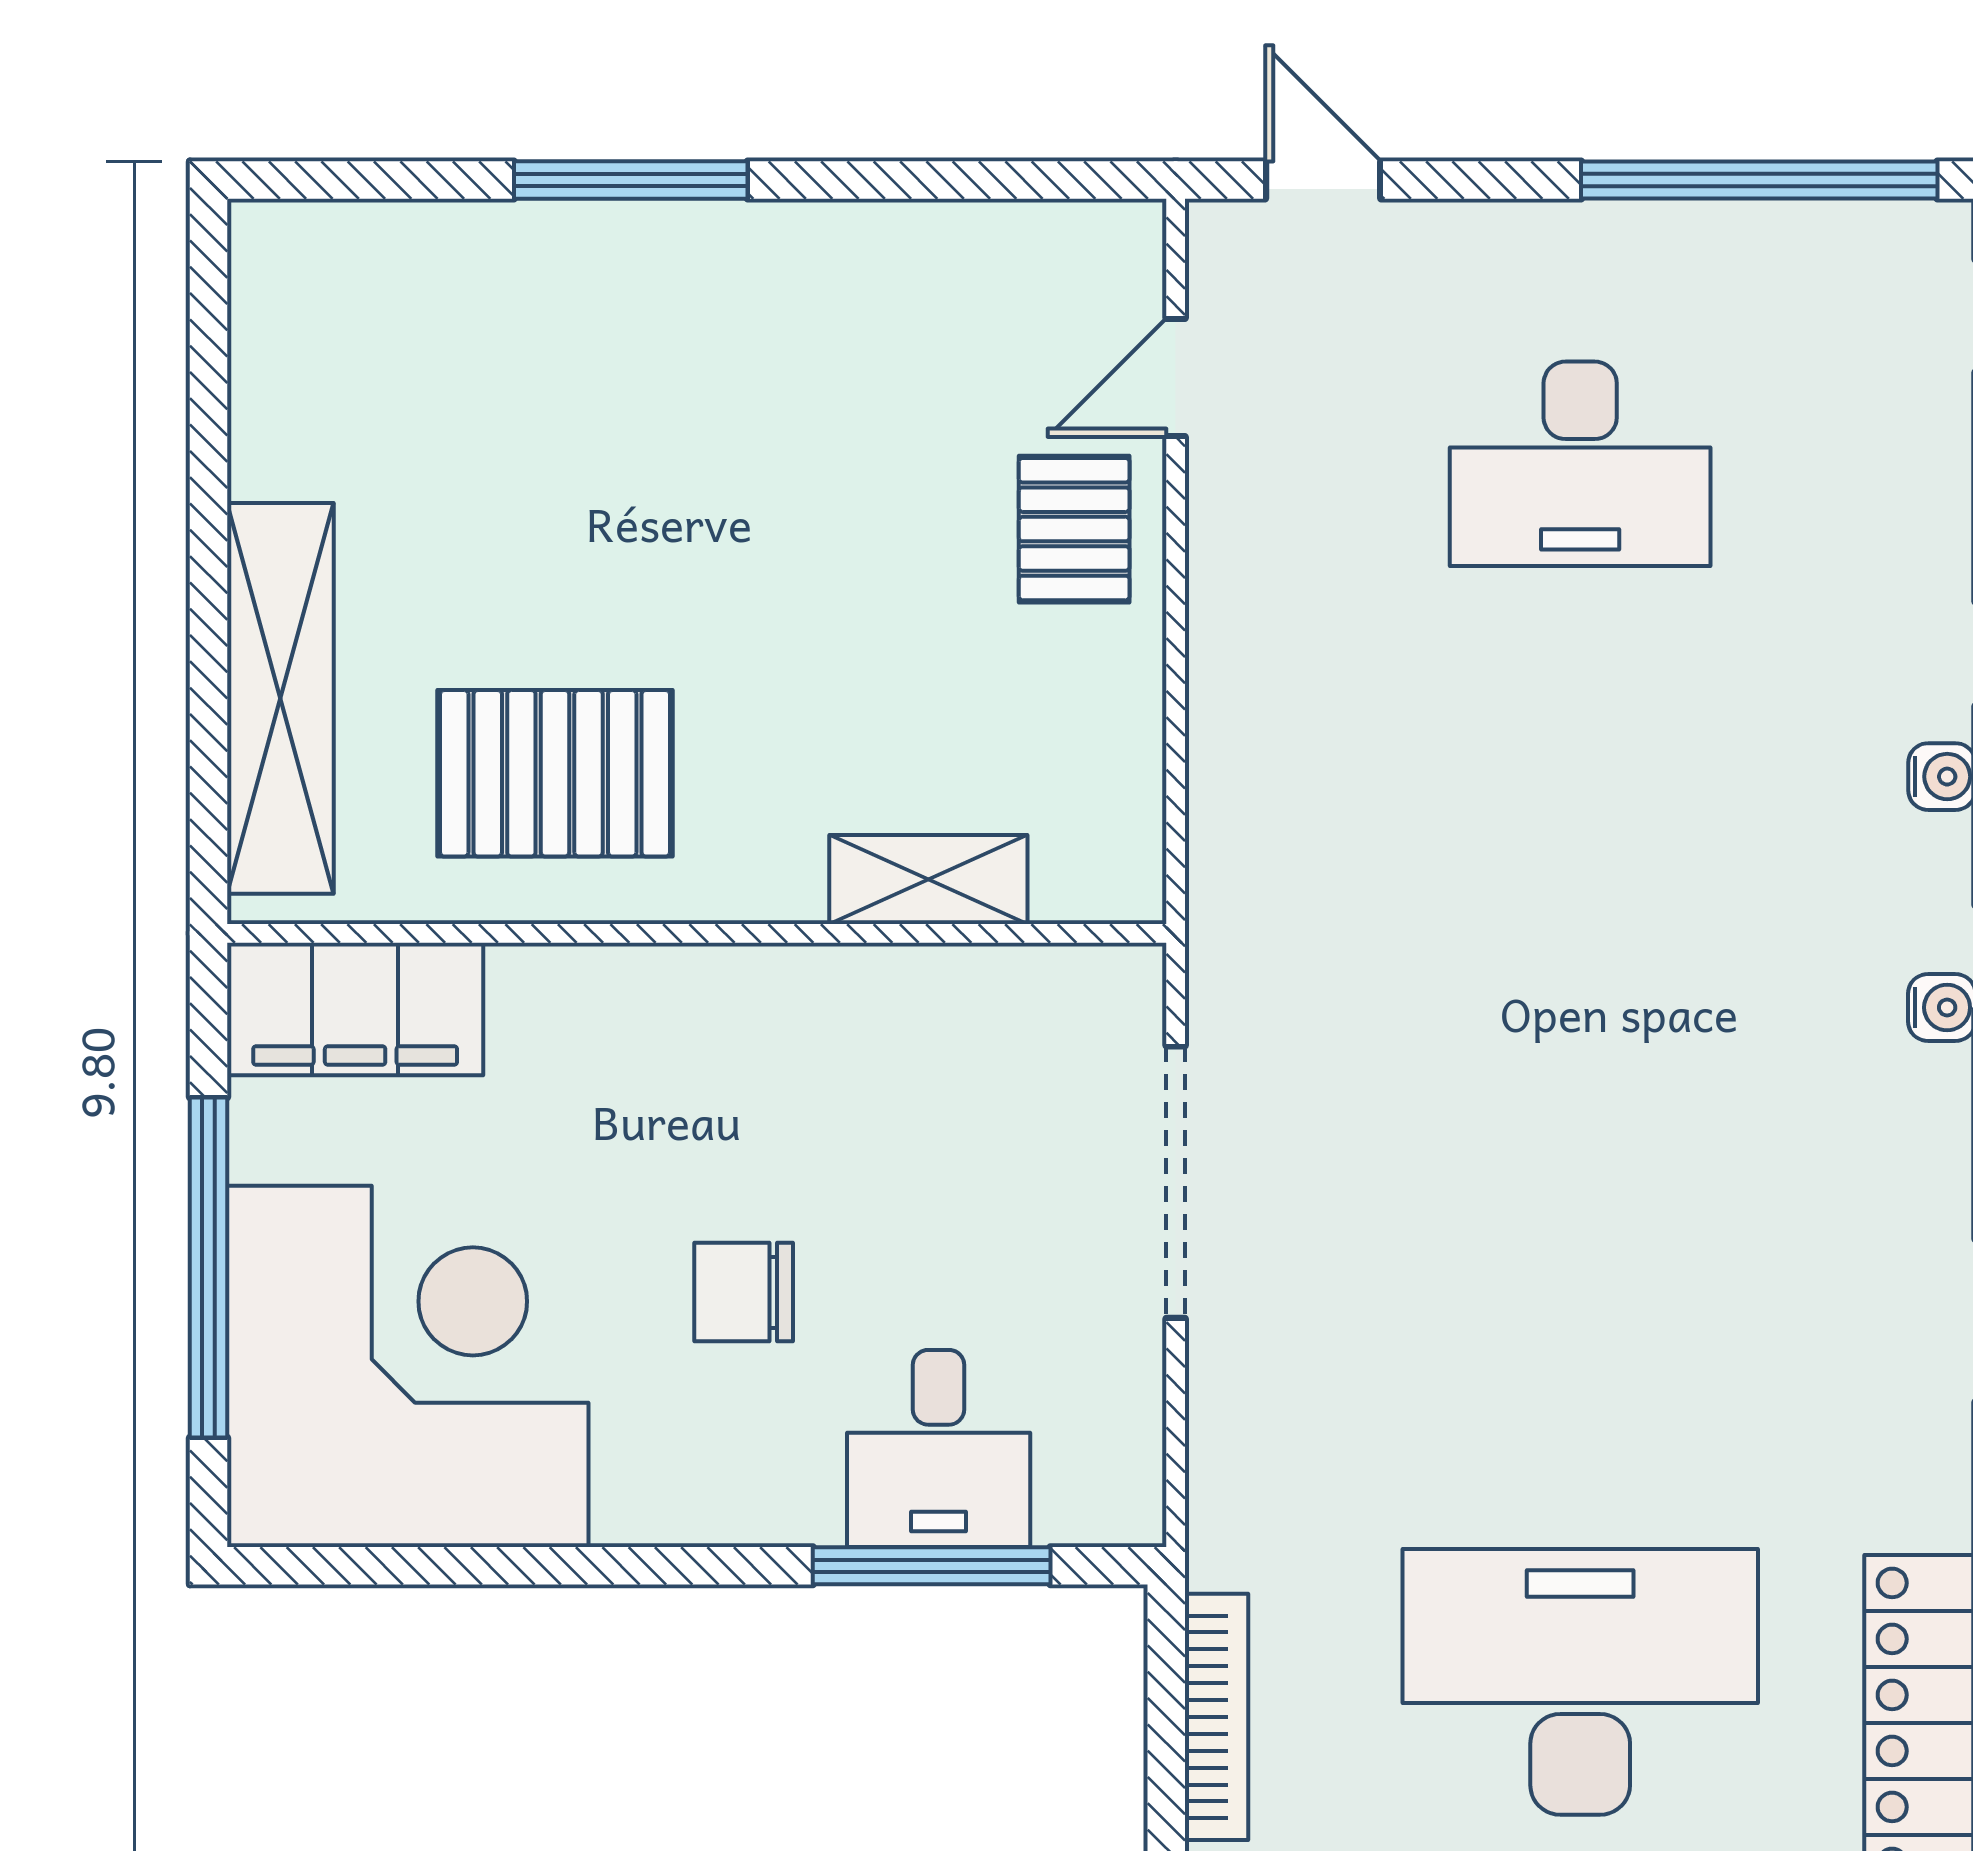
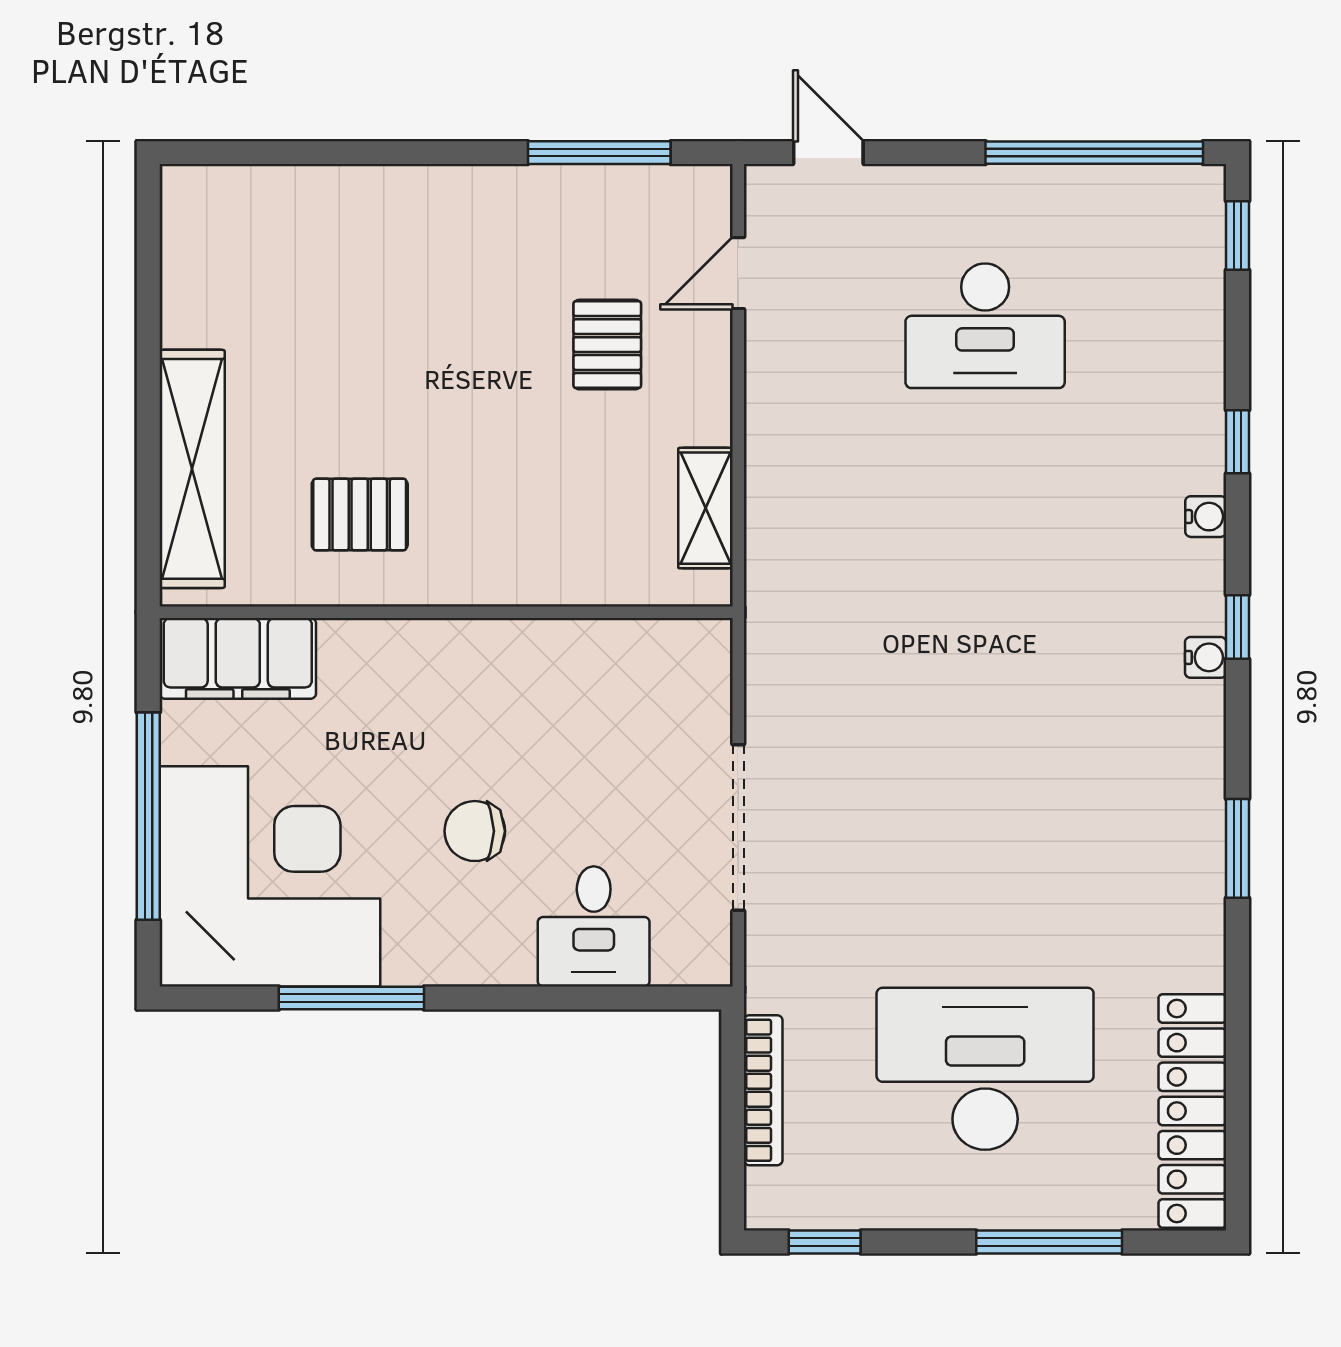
window: (631, 180) -> (599, 153), moved
pallet: (1074, 529) -> (607, 345), moved
pallet: (555, 773) -> (360, 515), width x0.67, depth x0.71
shelving: (928, 880) -> (705, 508), moved, turned 90
doorway: (1176, 1182) -> (738, 827), moved
window: (932, 1566) -> (351, 998), moved

